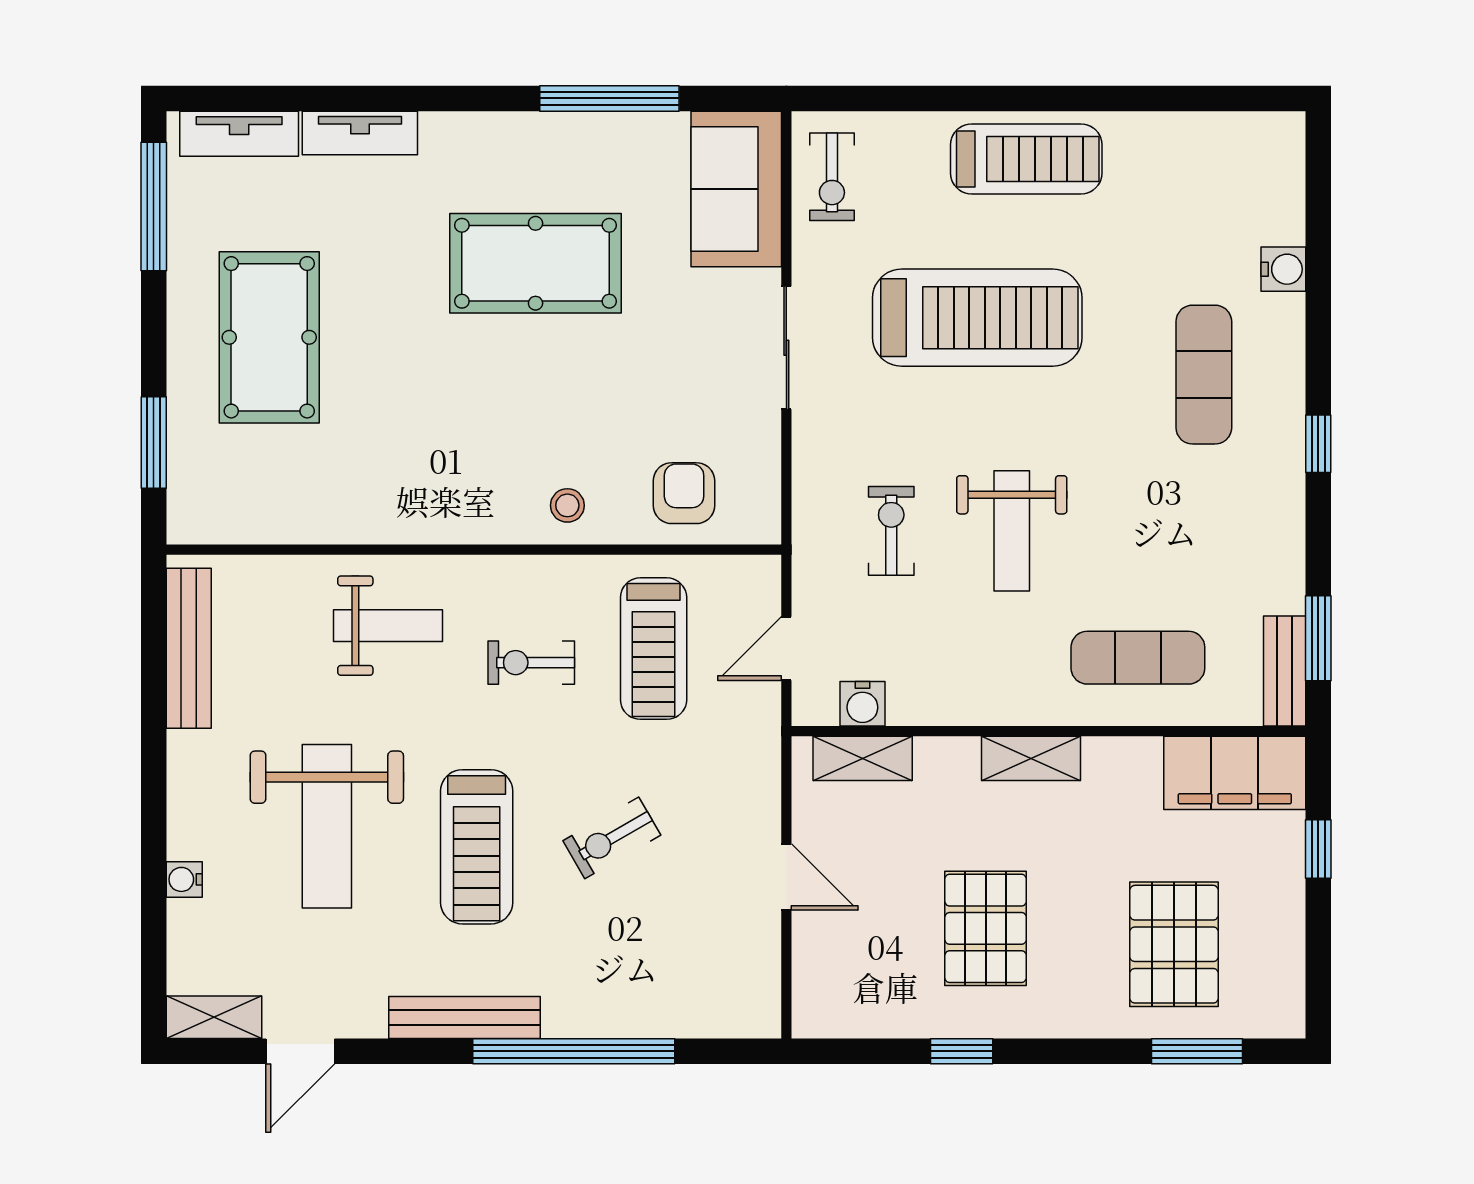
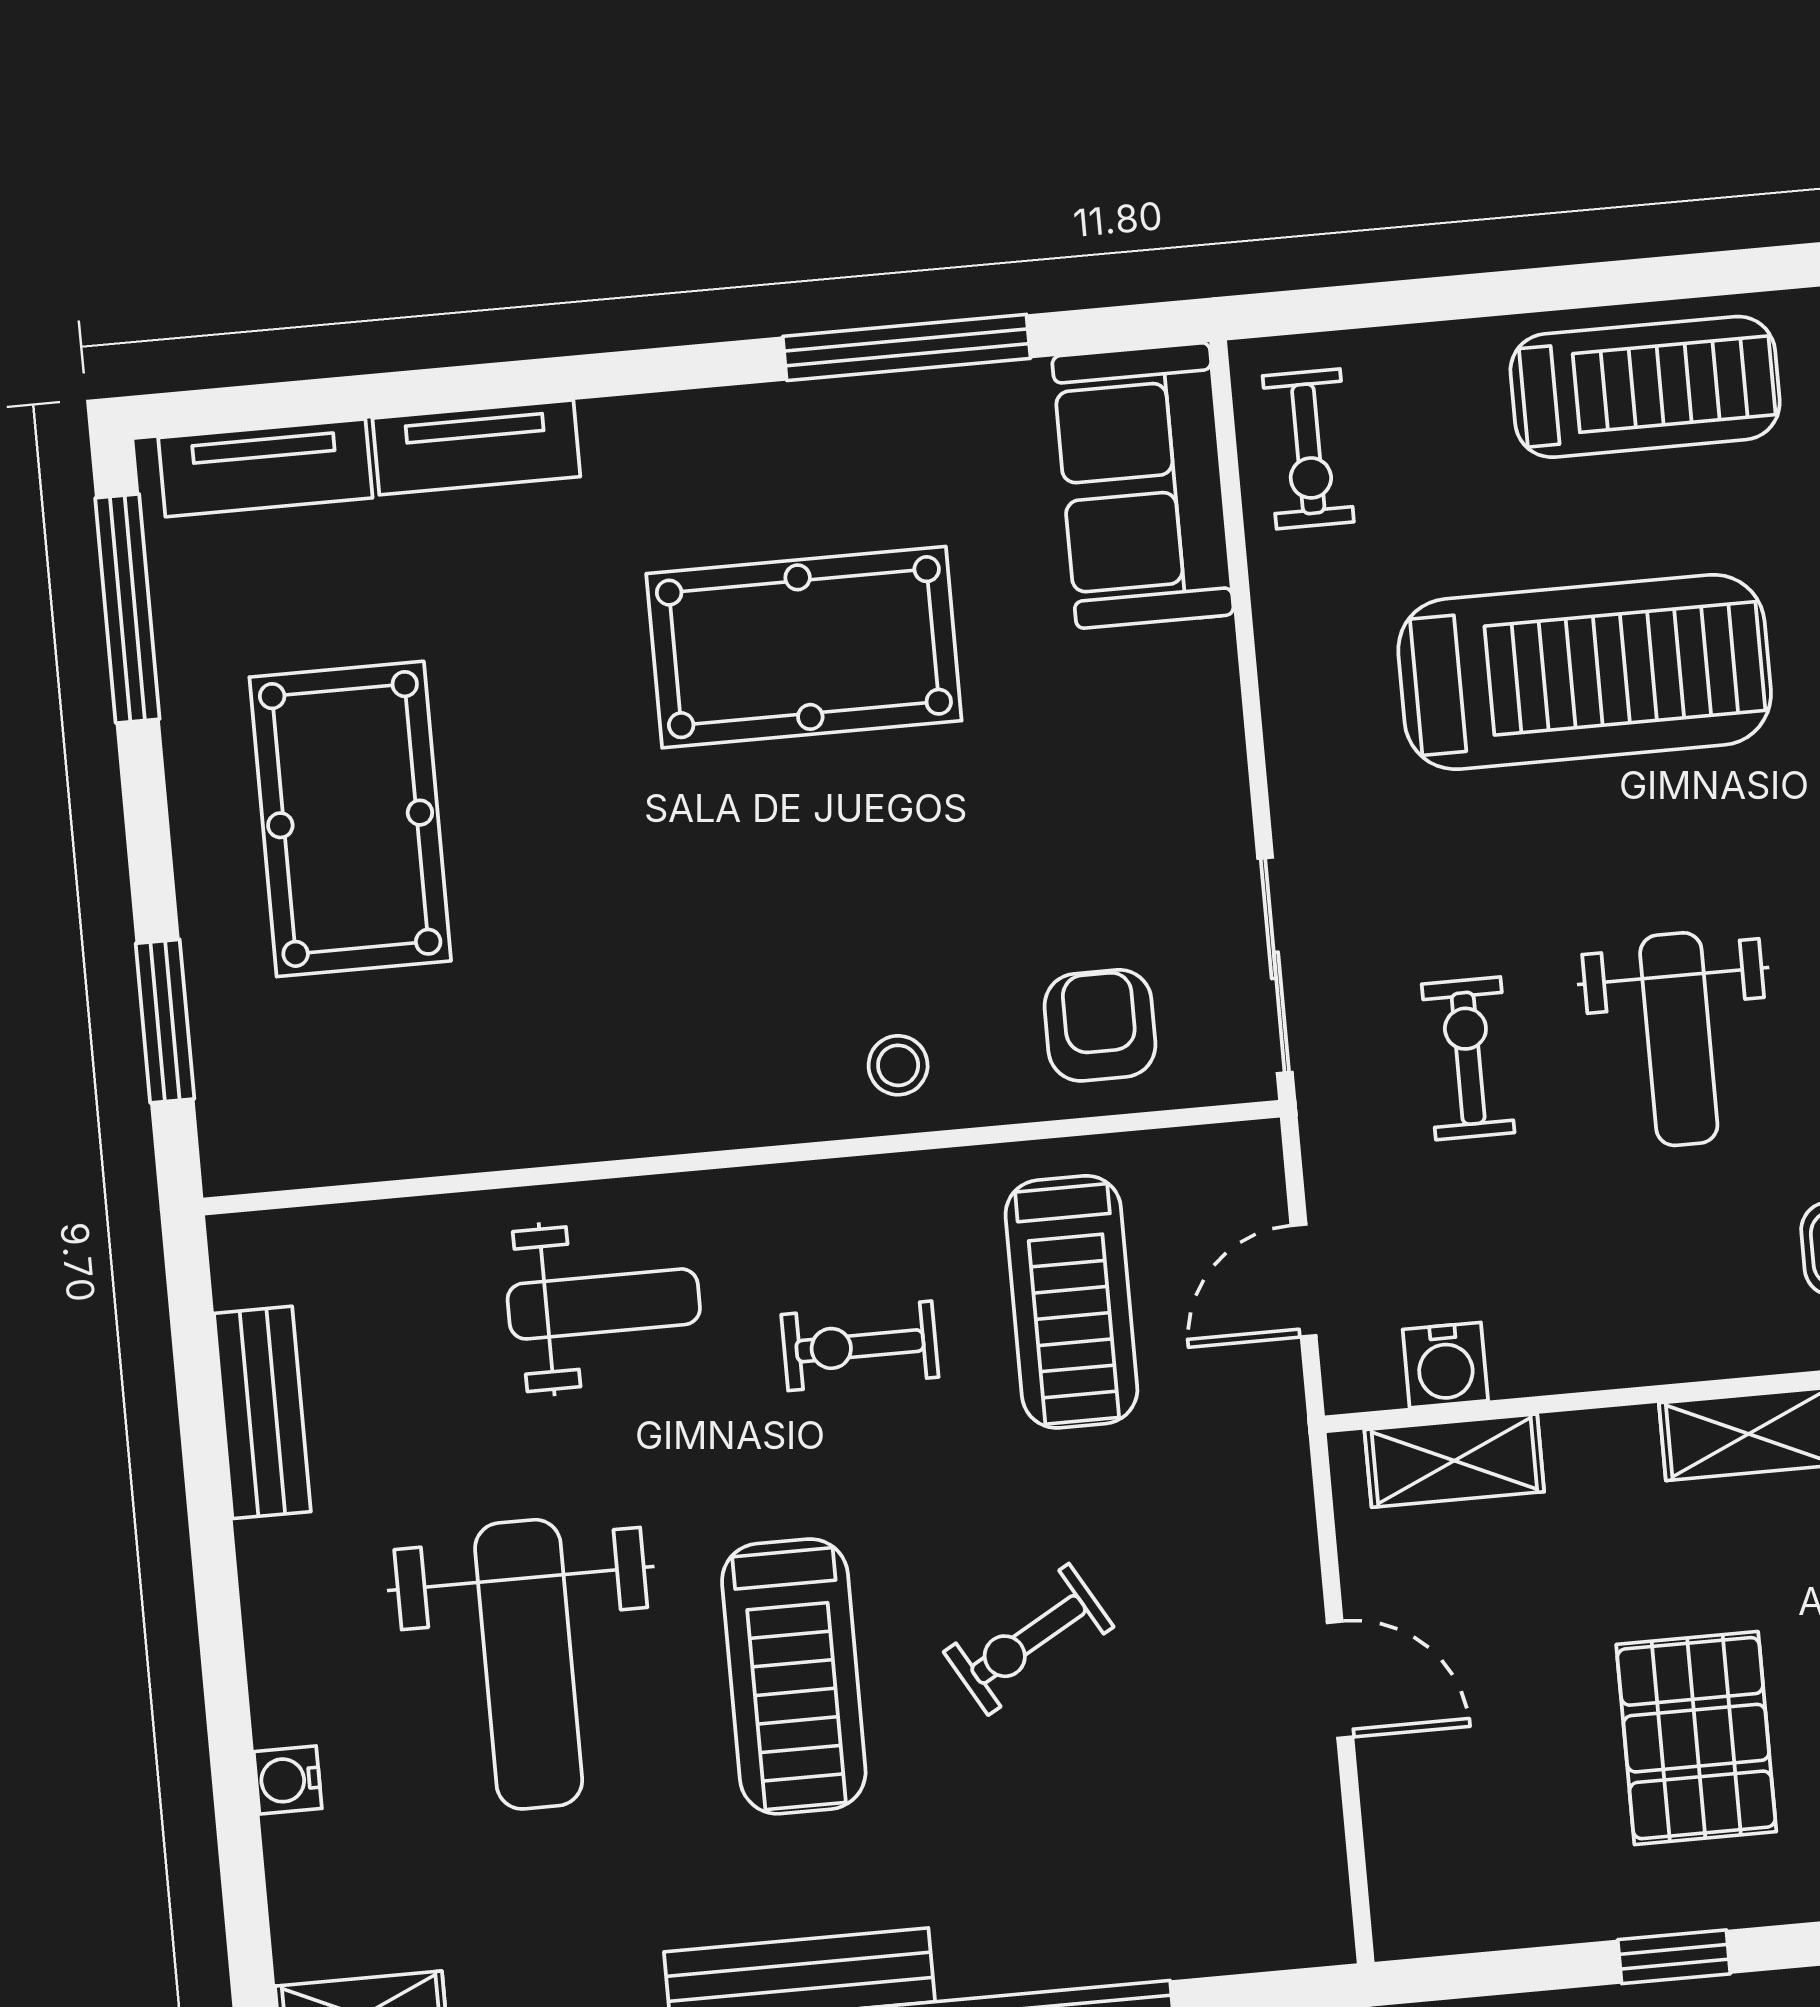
sliding door: (786, 348) -> (1275, 965), moved
bench: (189, 648) -> (262, 1412), width x0.73

